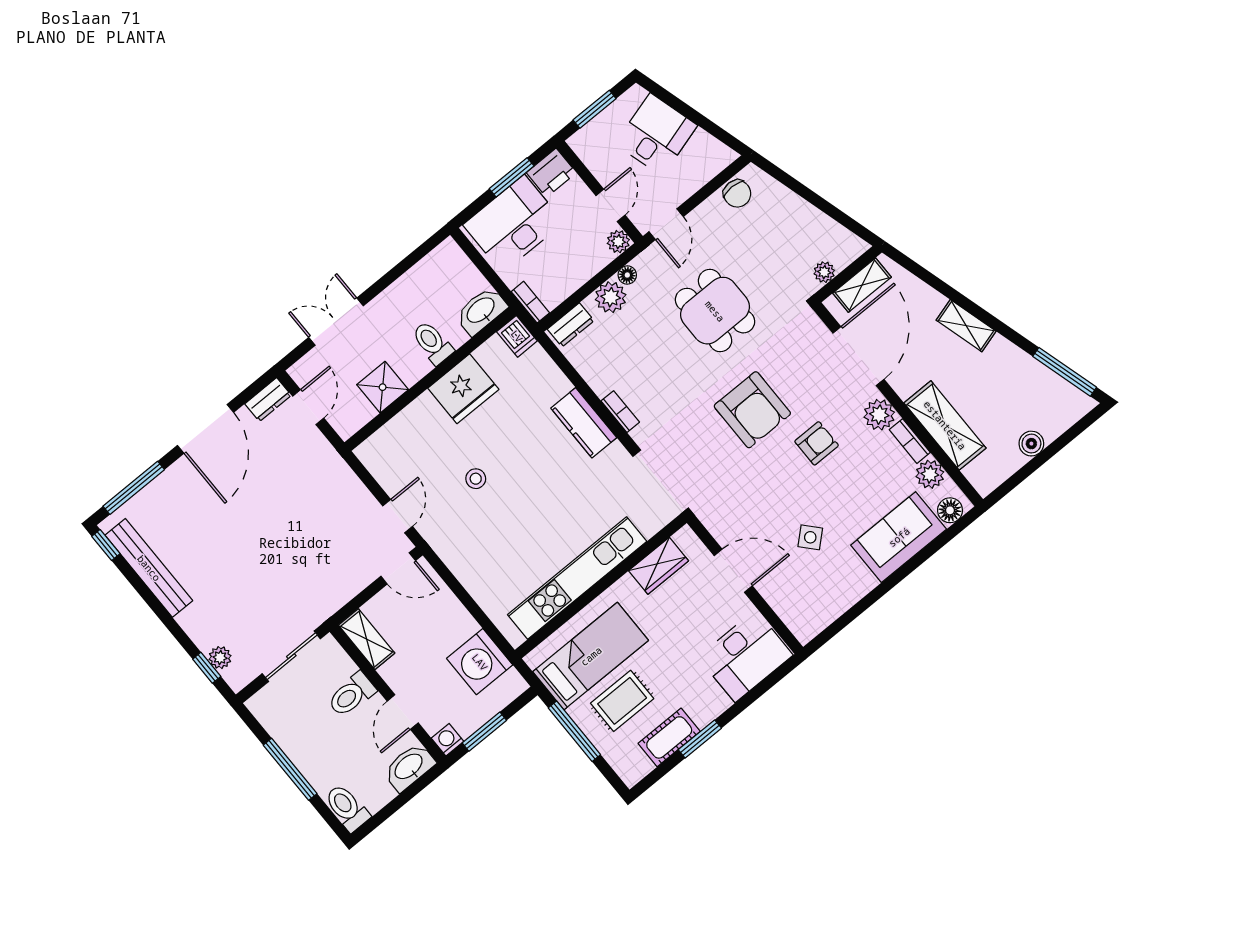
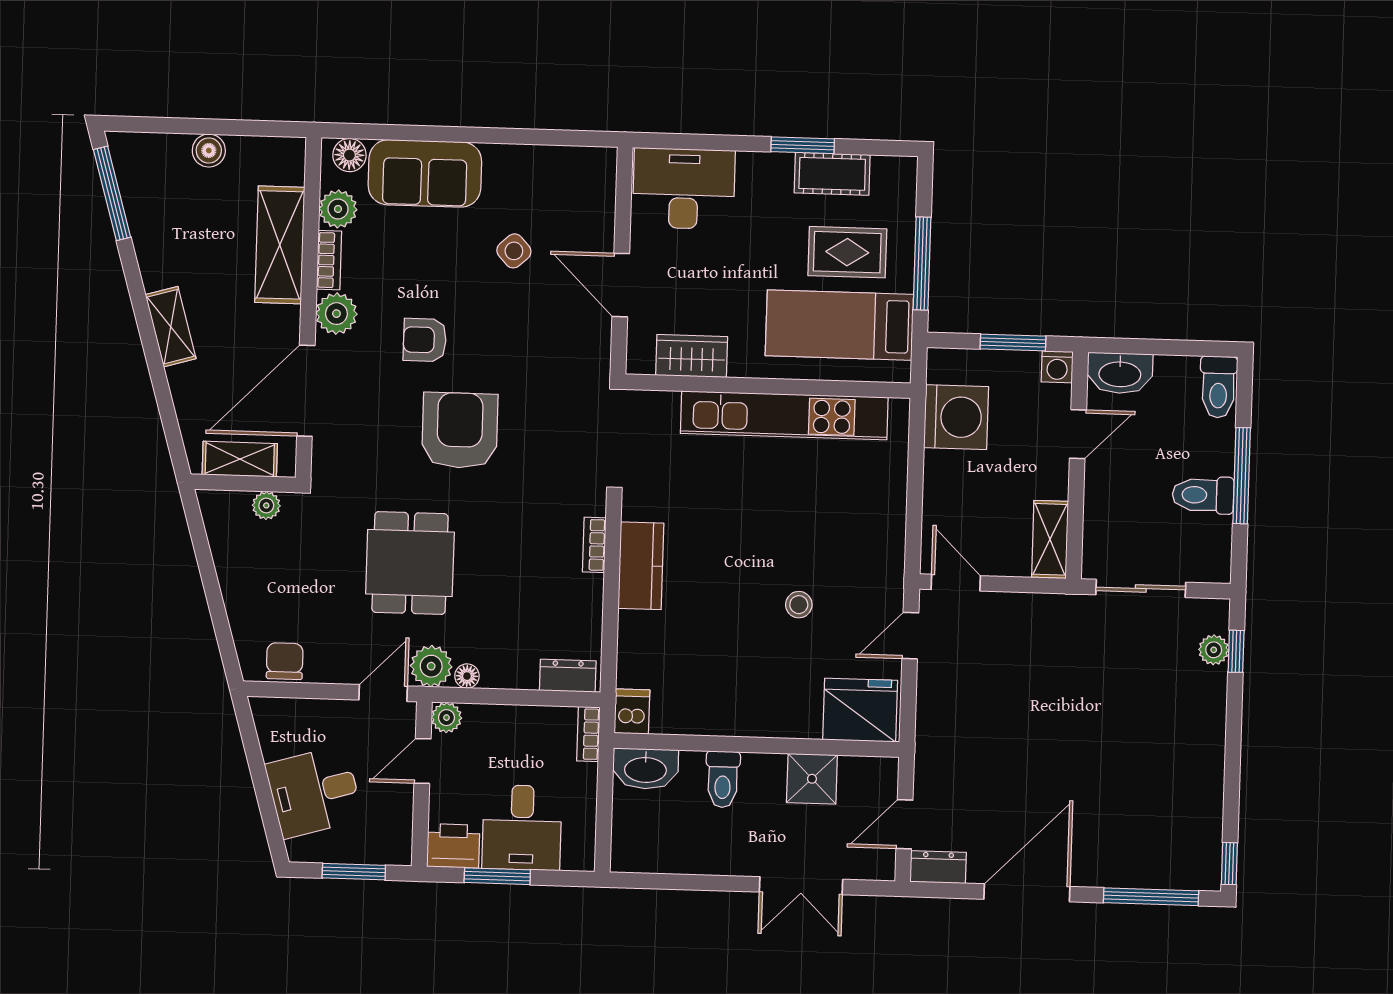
desk: (513, 224) -> (522, 827), width x0.73
plant: (611, 297) -> (431, 666), moved
fridge: (463, 389) -> (860, 710), moved
bench: (149, 568) -> (1206, 803), removed
toilet: (352, 695) -> (1203, 495), moved, turned 180

